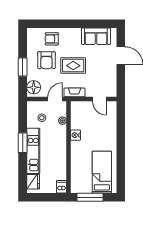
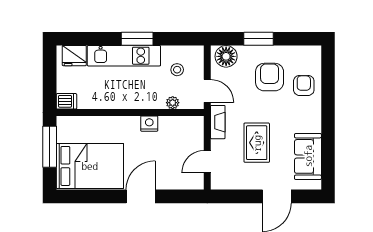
armchair: (46, 60) -> (270, 77), turned 90
rug: (73, 66) -> (257, 143), moved
door: (121, 141) -> (141, 196), added
bed: (102, 172) -> (90, 166), width x1.50

